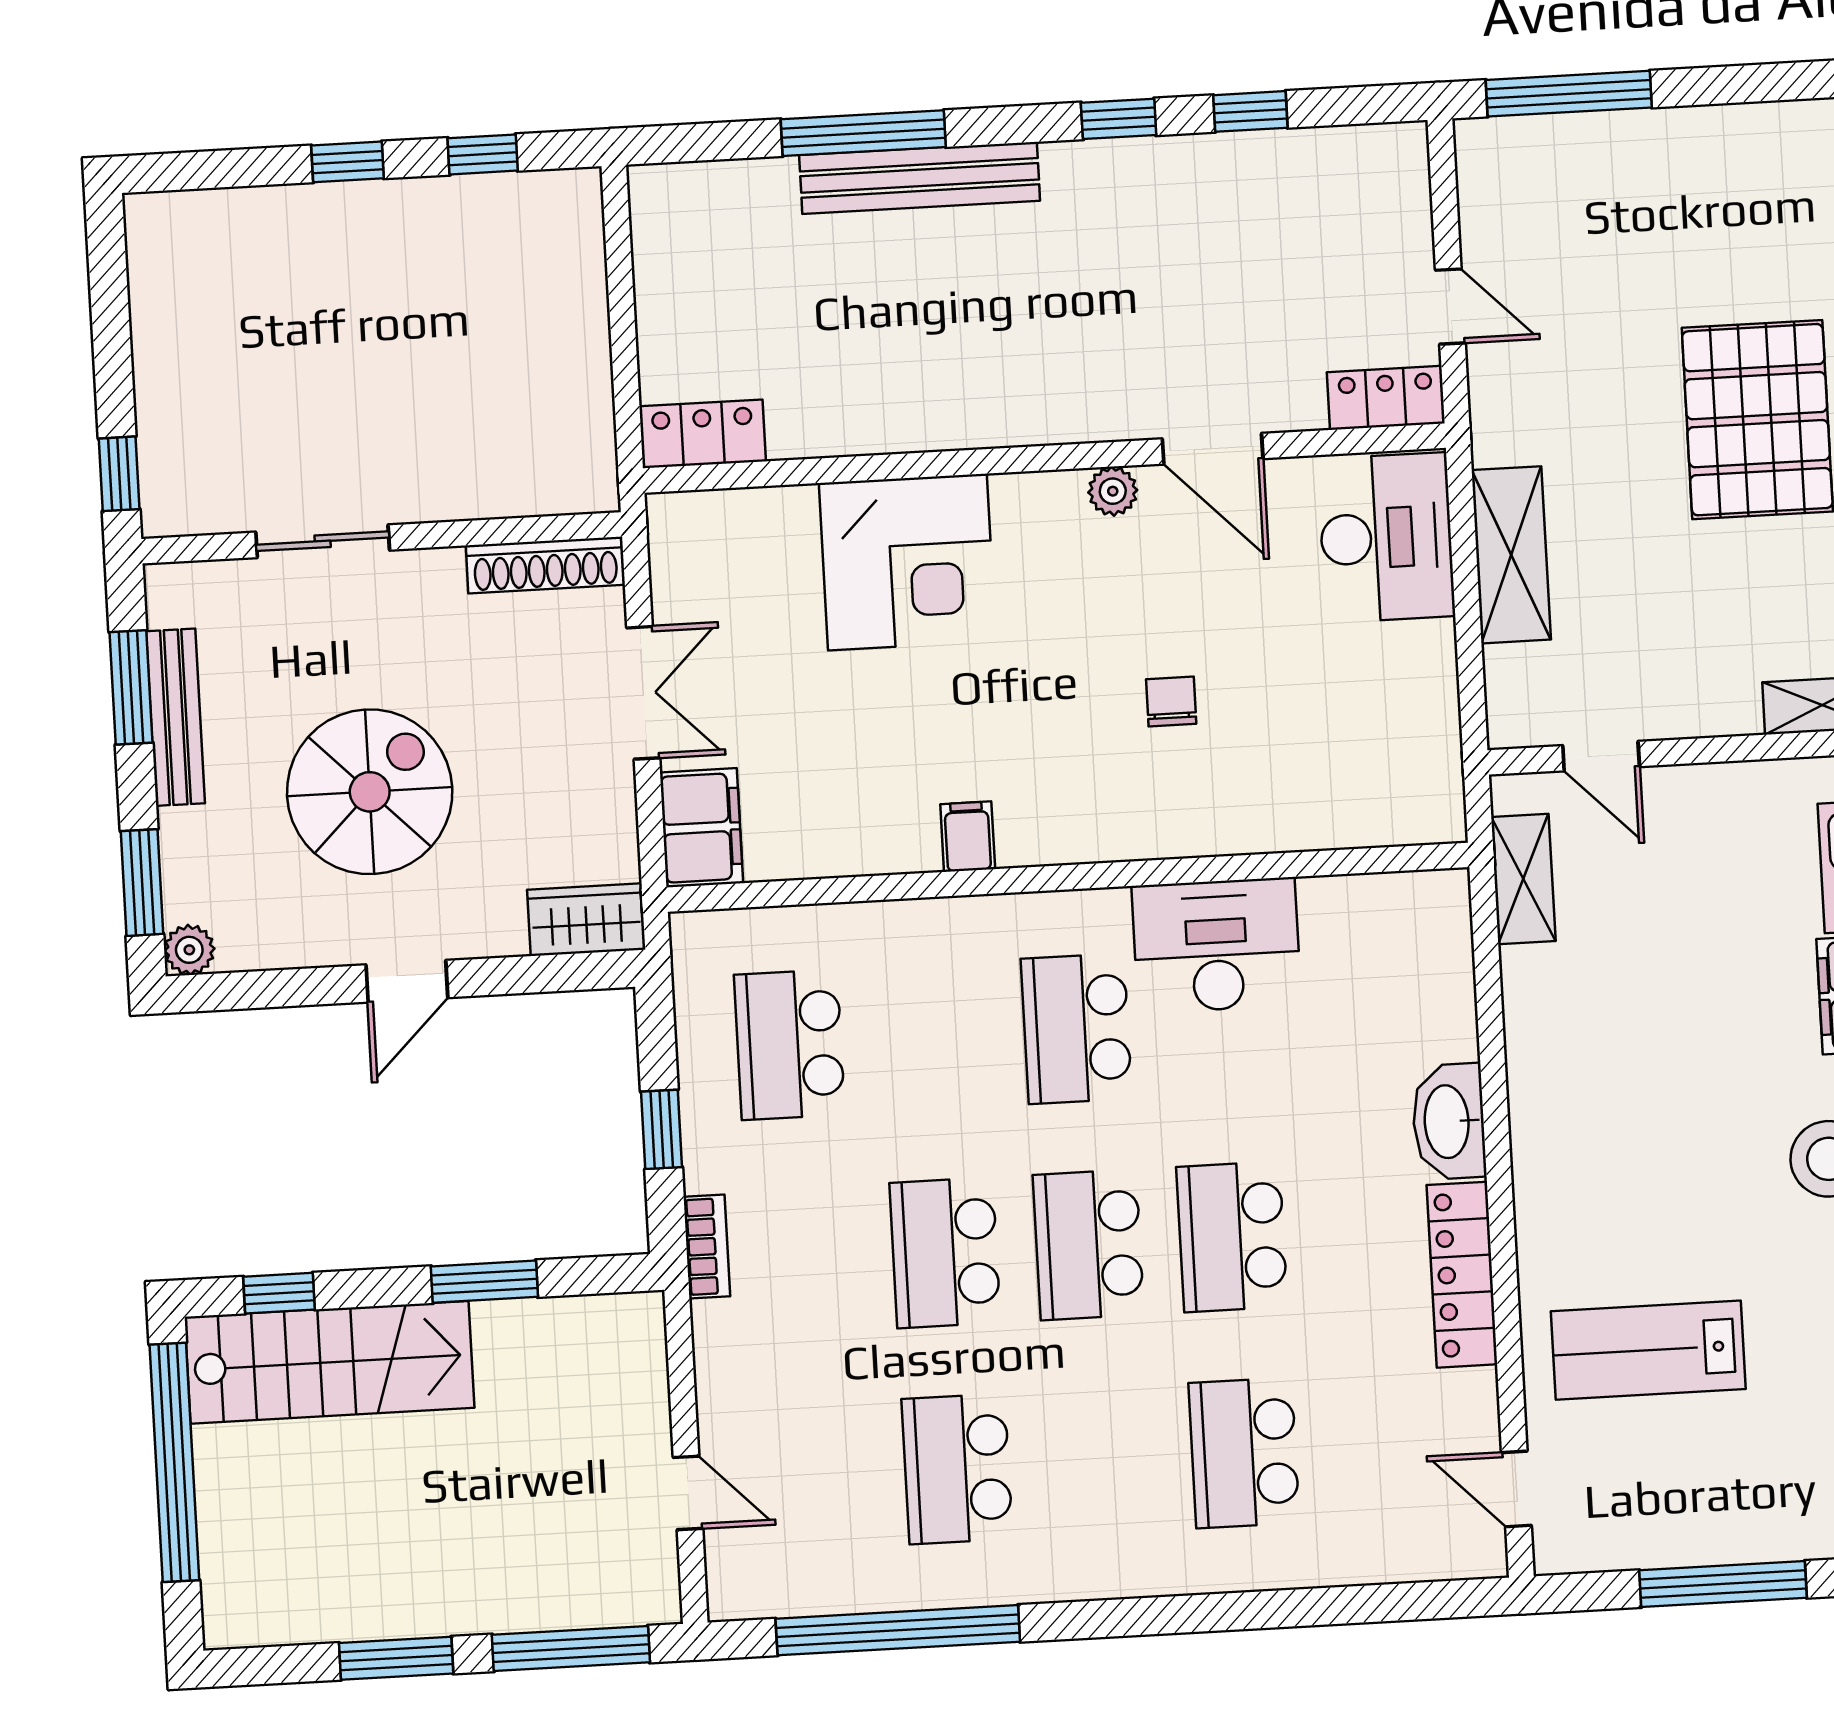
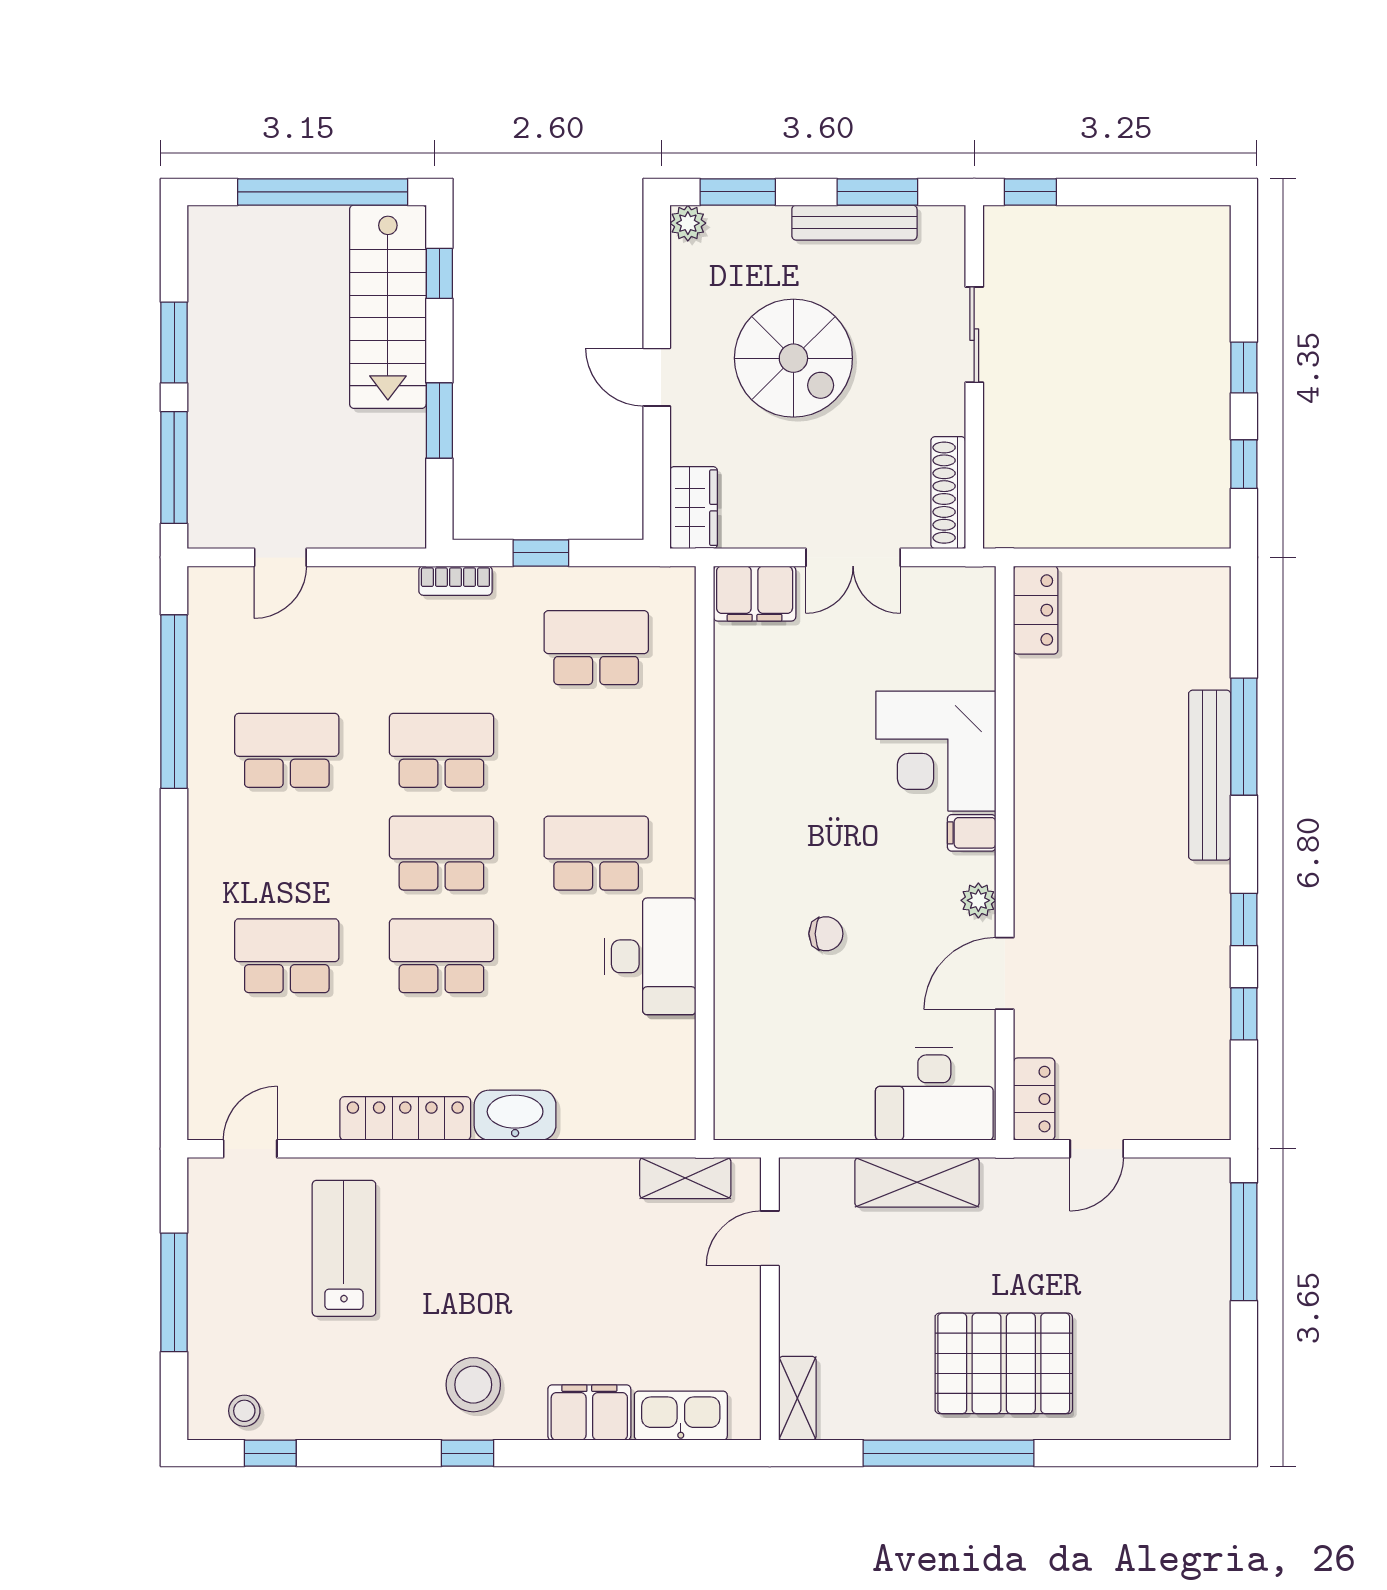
filing cabinet: (968, 837) -> (972, 833), moved, turned 180

